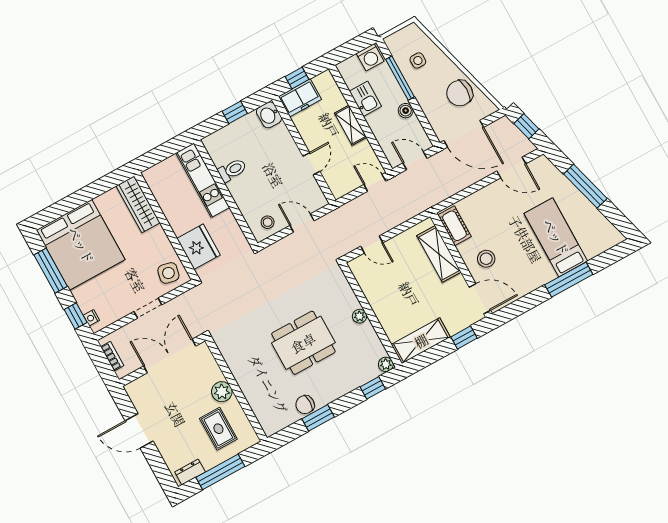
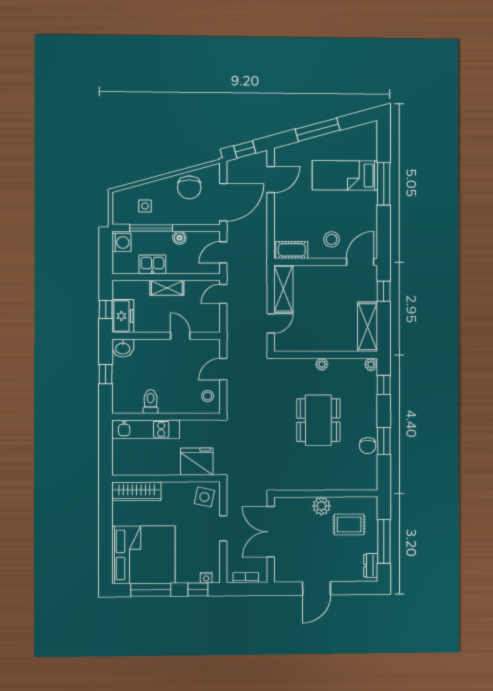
shelving: (439, 254) -> (283, 289), moved, turned 90

